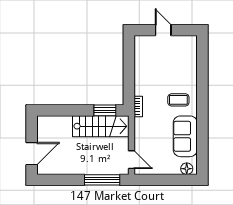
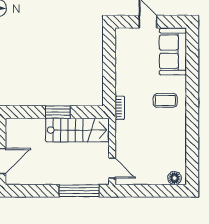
window: (105, 110) -> (58, 112), moved
sofa: (185, 136) -> (173, 52), moved

